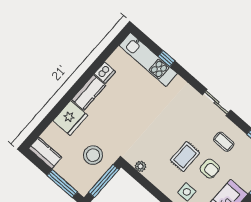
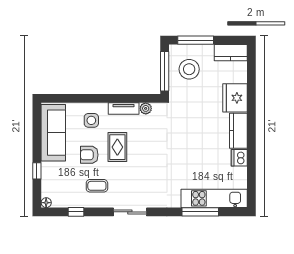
window: (166, 58) -> (200, 212), width x2.17
stool: (93, 155) -> (189, 69), moved
tv unit: (156, 180) -> (124, 108), added

